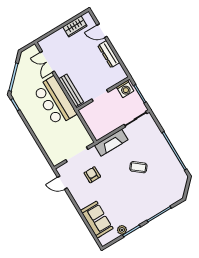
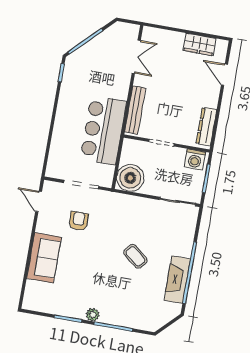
dresser: (109, 54) -> (206, 127), moved
double door: (47, 62) -> (136, 57), swing flipped
bar counter: (55, 101) -> (103, 130), moved
boiler: (100, 128) -> (130, 178), added
fireplace: (111, 143) -> (177, 280), moved, turned 90
sofa: (97, 220) -> (44, 258), moved
plant: (122, 230) -> (93, 315), moved

